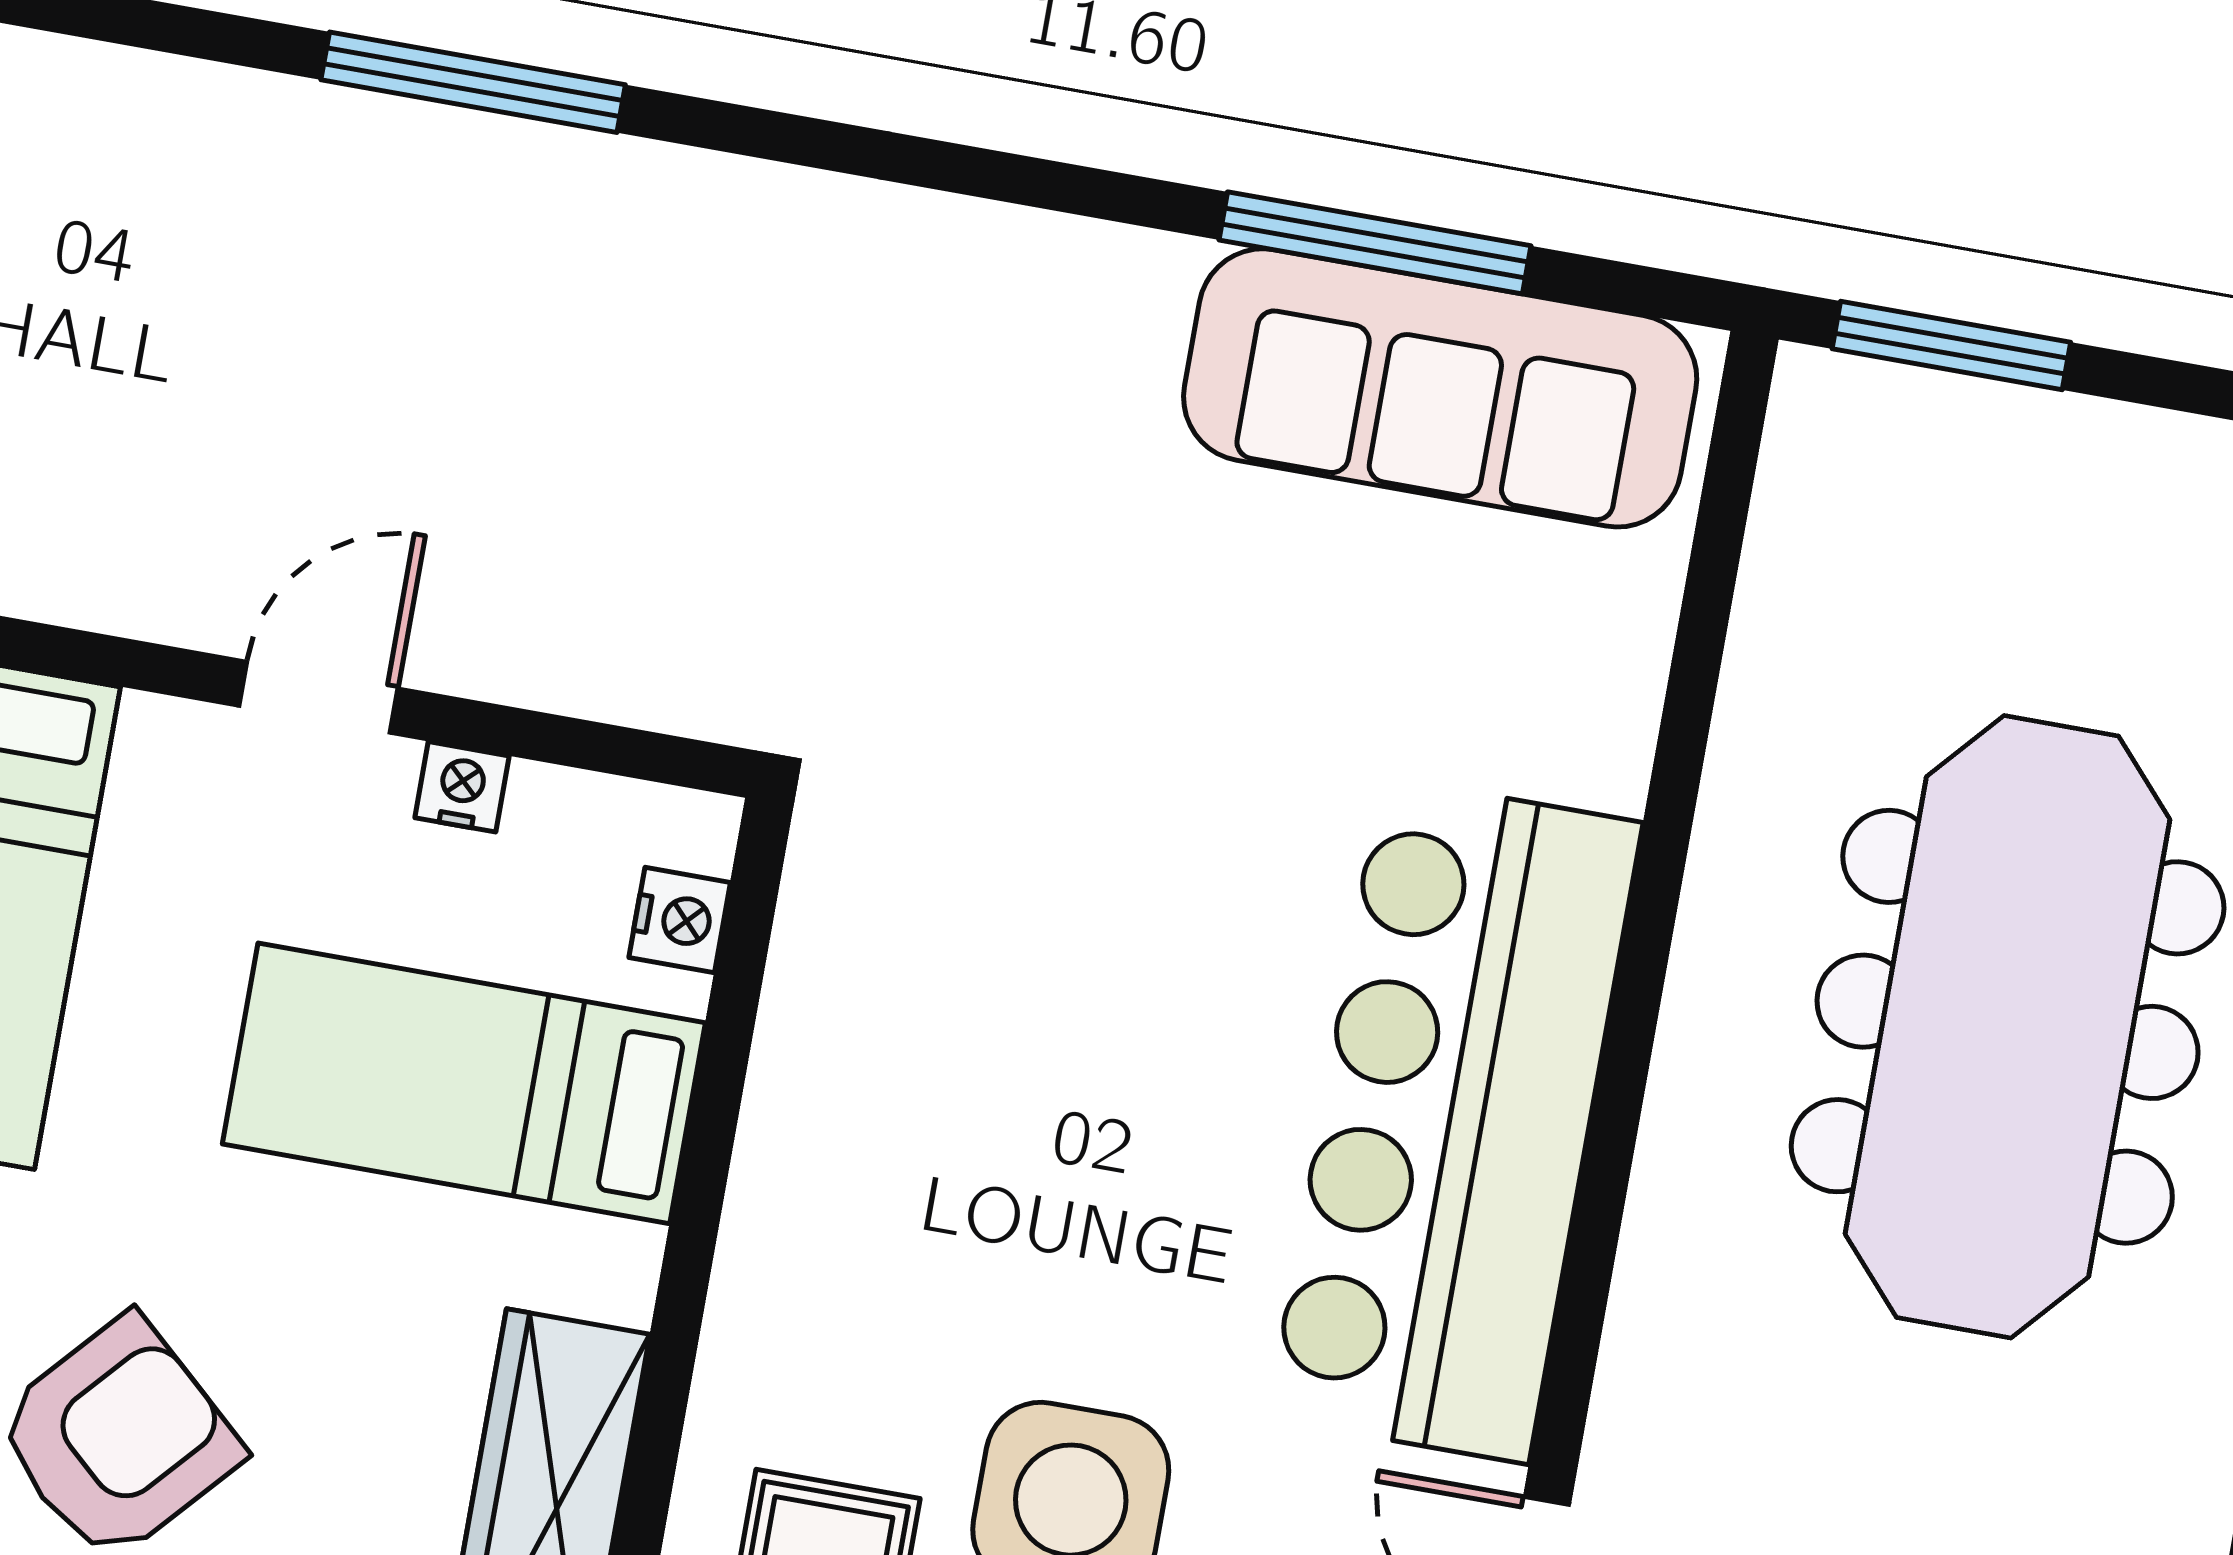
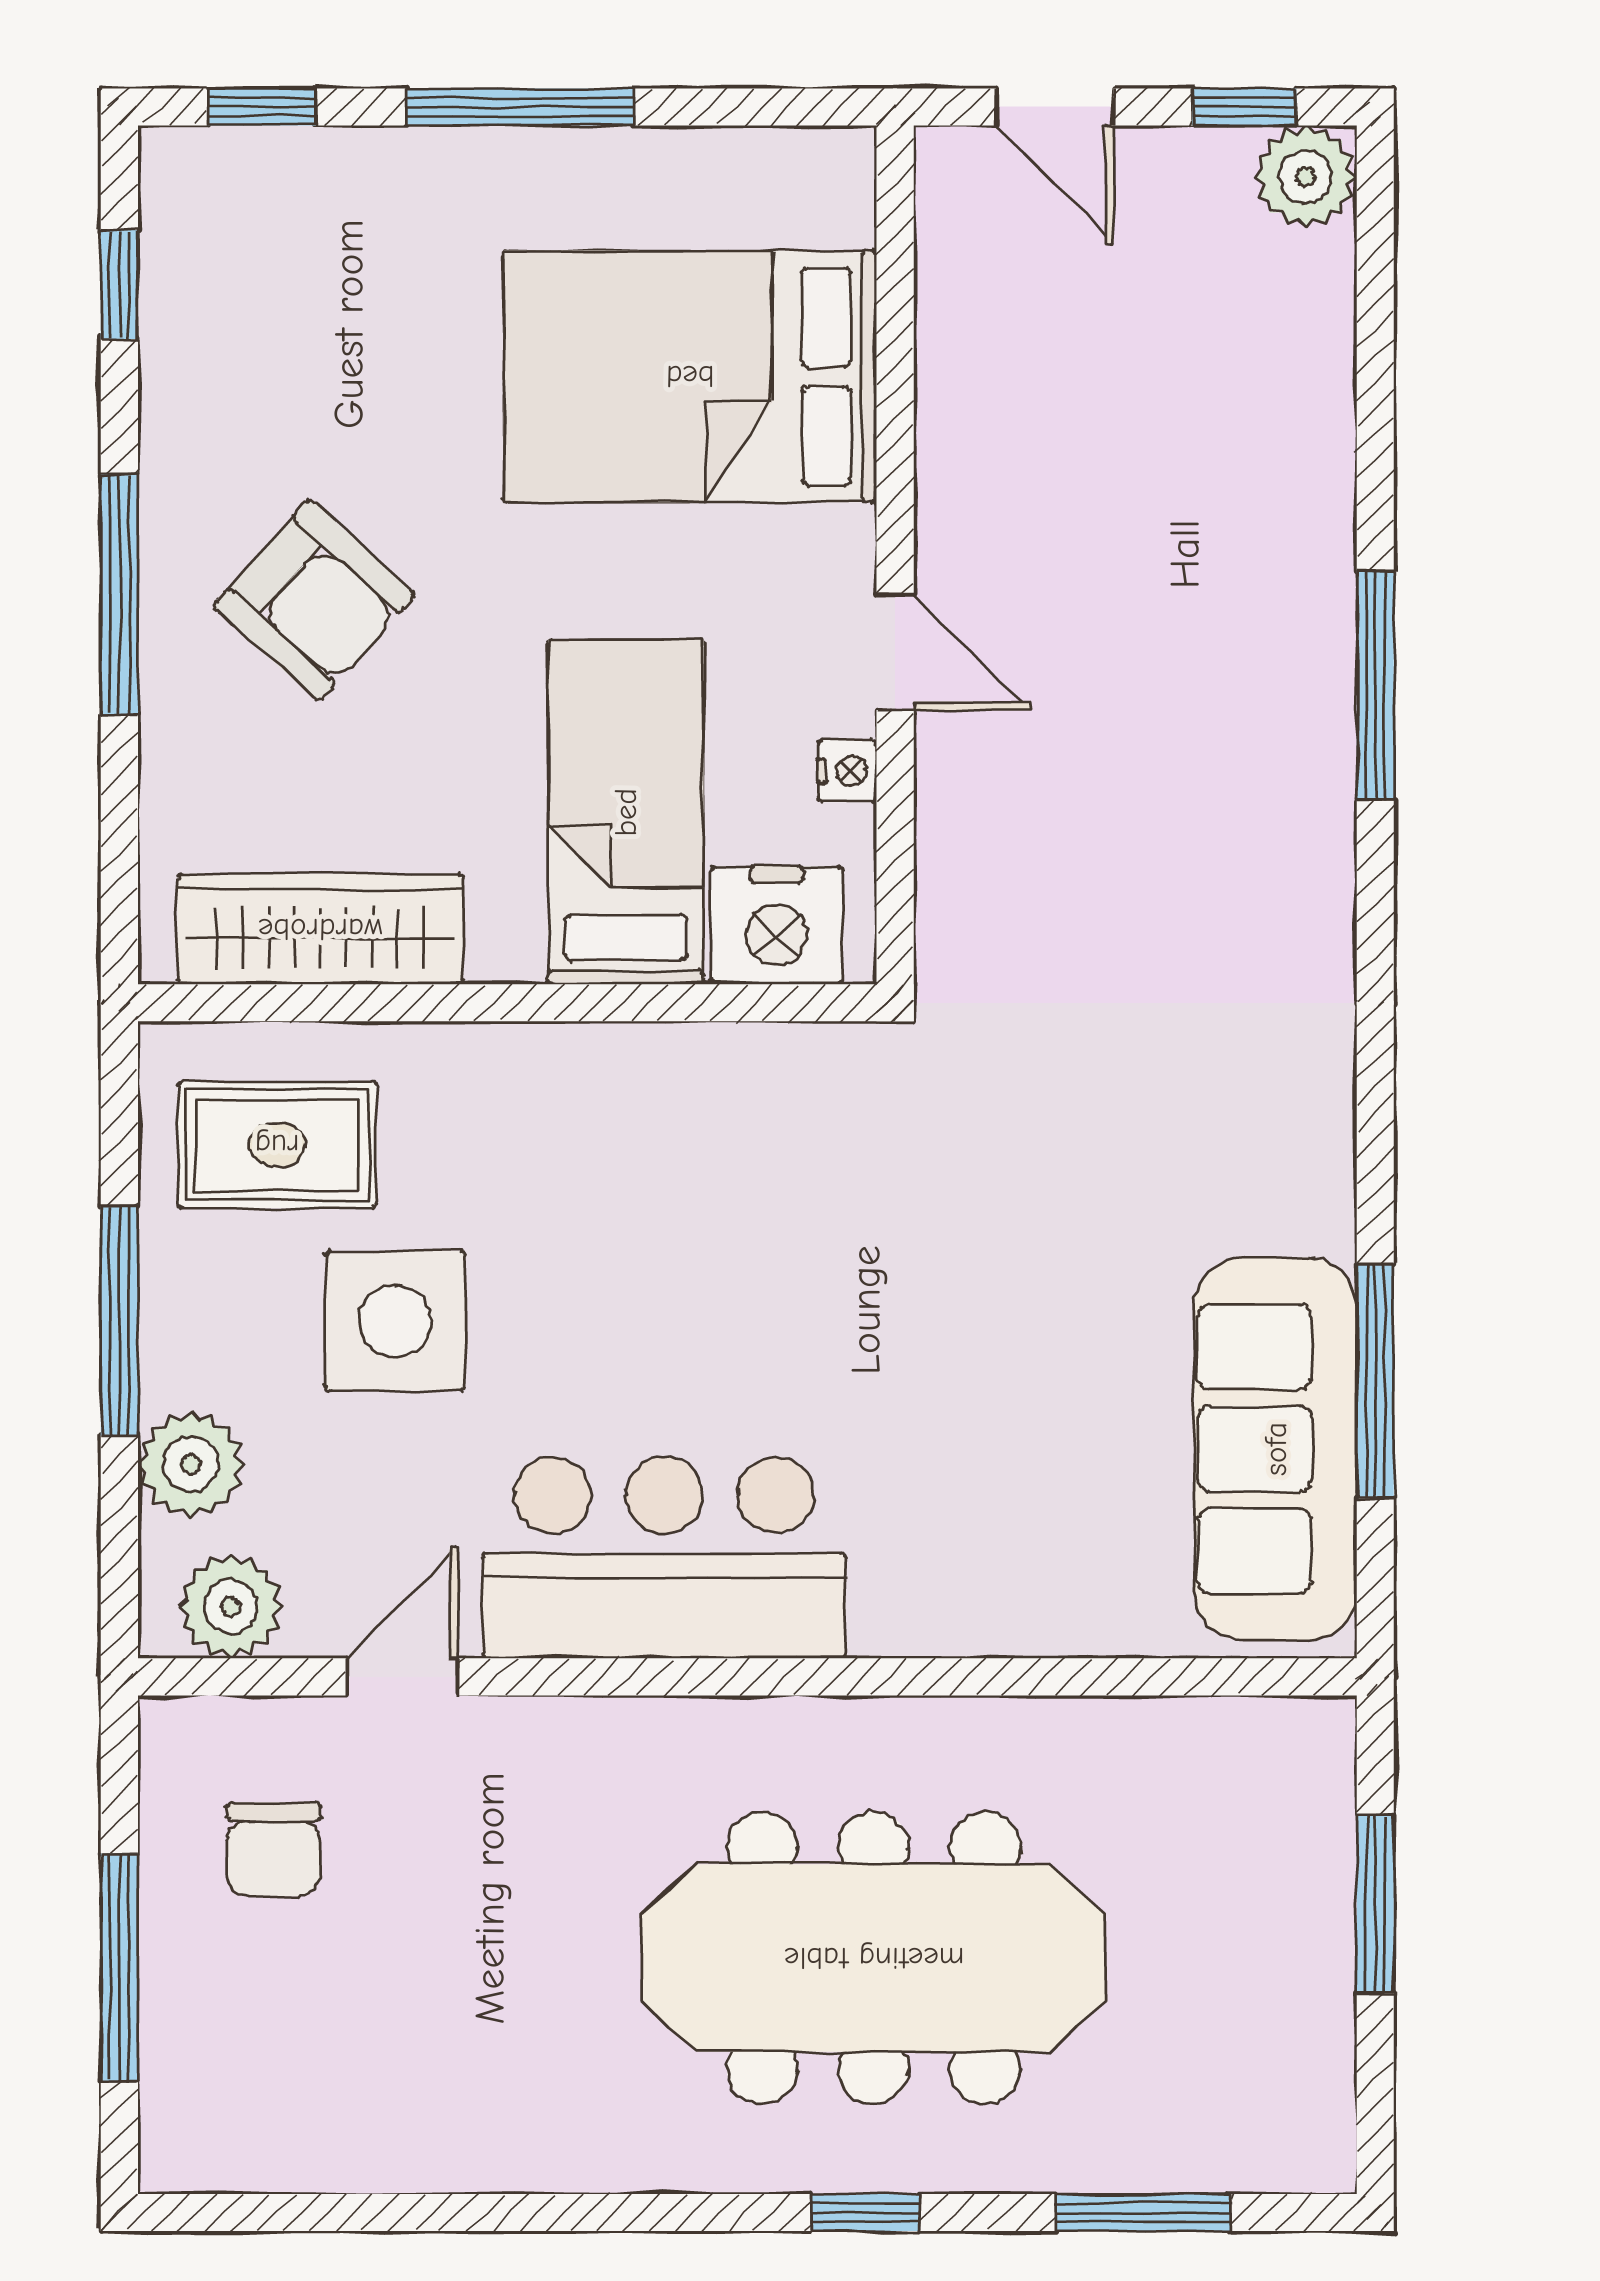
window: (1951, 346) -> (1375, 1904), moved
nightstand: (680, 920) -> (777, 925), width x1.89, depth x1.79
bar counter: (1455, 1120) -> (664, 1558), width x0.73

